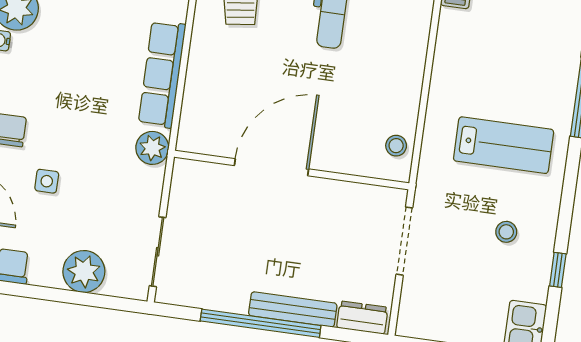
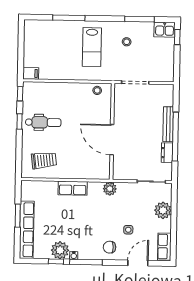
row of seats: (162, 74) -> (73, 188), width x0.68
lab bench: (504, 145) -> (92, 47), turned 180
window: (558, 270) -> (140, 19), width x2.17
dresser: (362, 318) -> (167, 153), moved

